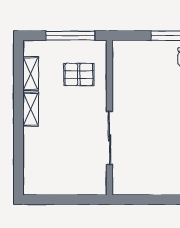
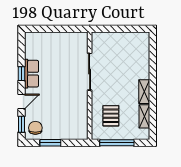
pallet: (79, 74) -> (111, 116), turned 90

